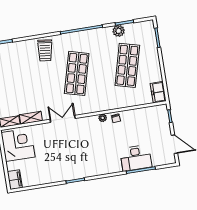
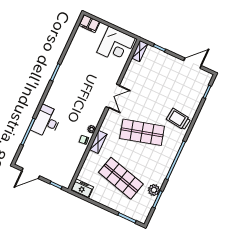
shop shelf: (77, 73) -> (142, 132), turned -30
shelving: (31, 118) -> (98, 142), moved
desk: (136, 158) -> (46, 122), moved

